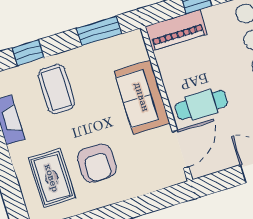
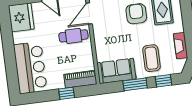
window: (99, 31) -> (135, 84), moved
sofa: (142, 97) -> (116, 71), moved, turned -90

